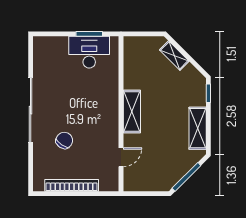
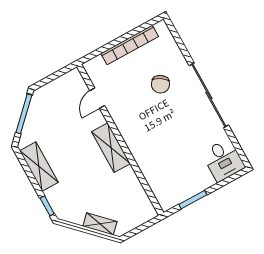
desk: (89, 52) -> (223, 160), moved, width x0.73

